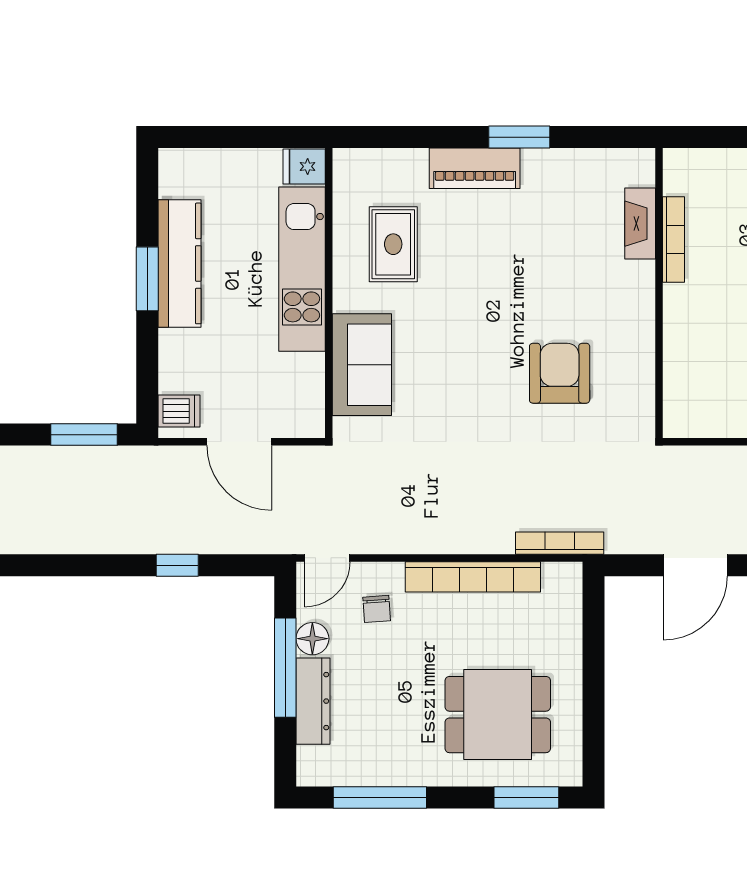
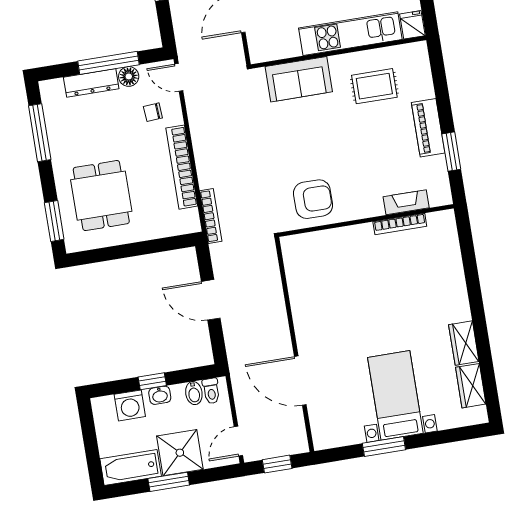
fireplace: (640, 224) -> (406, 202), moved
bookcase: (674, 240) -> (400, 224), moved
wall: (659, 293) -> (366, 221), moved

